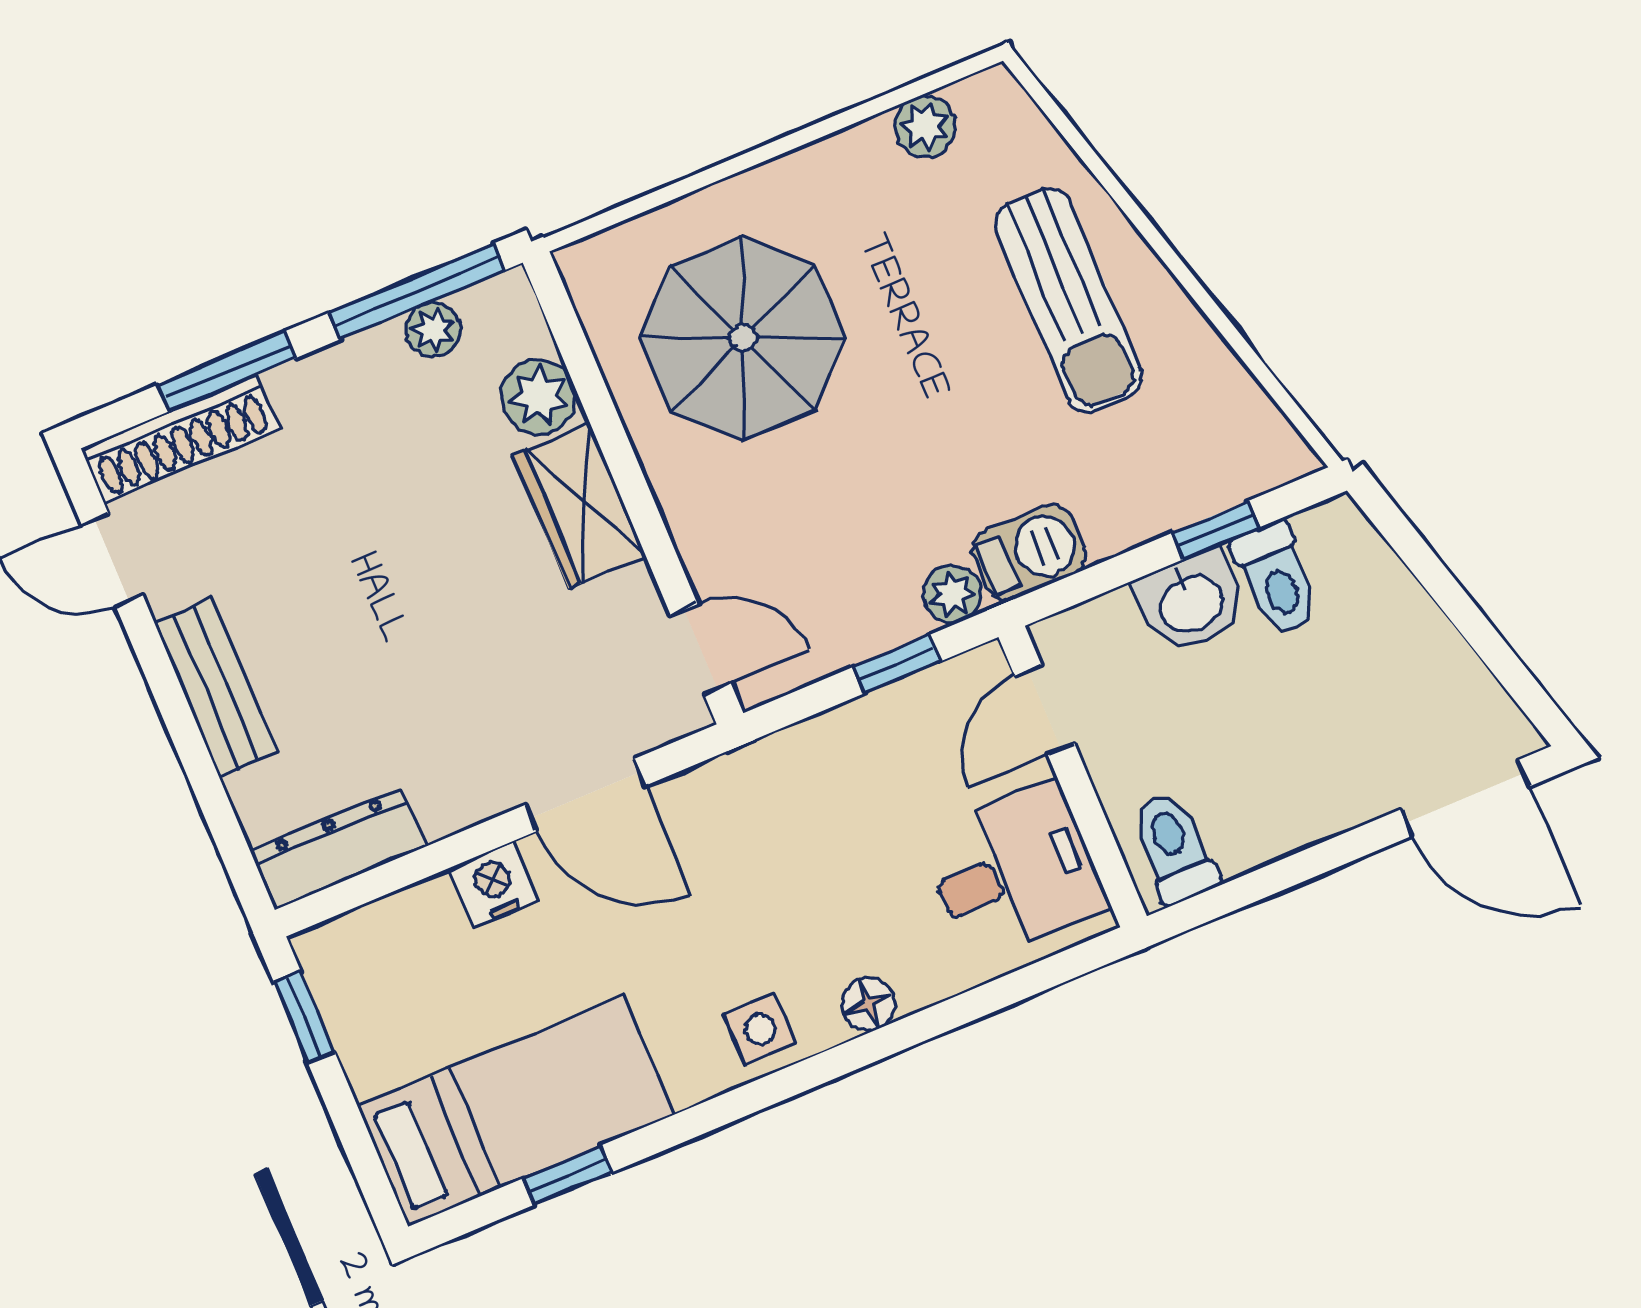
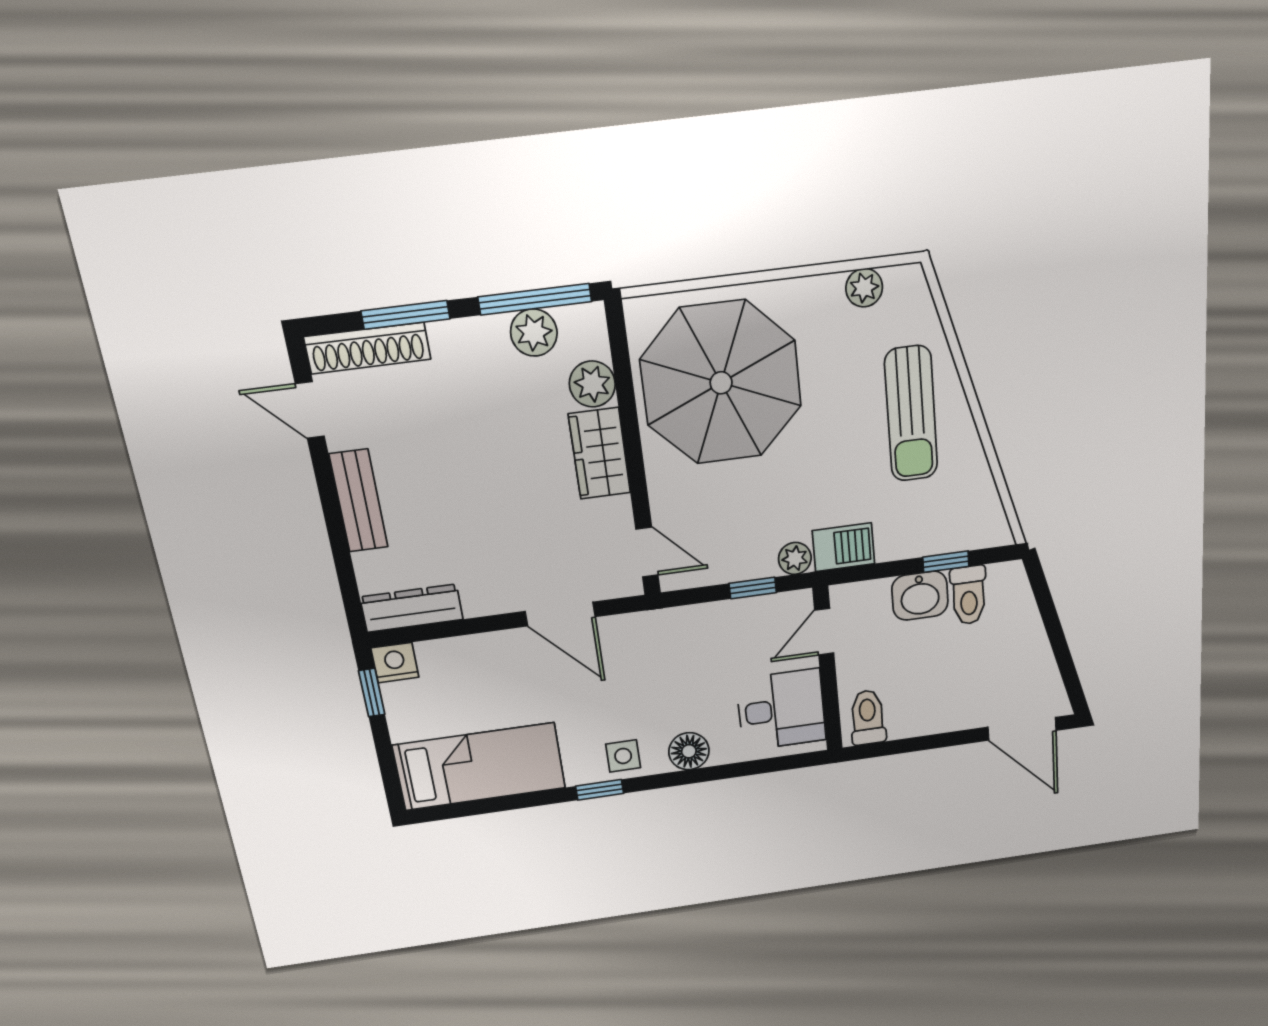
plant: (433, 329) -> (534, 333), width x1.38, depth x1.38
parasol: (742, 338) -> (721, 383), width x1.36, depth x1.36
nightstand: (494, 884) -> (395, 663), moved
floor lamp: (868, 1004) -> (689, 751), width x1.37, depth x1.37
window: (567, 1175) -> (600, 790), moved

